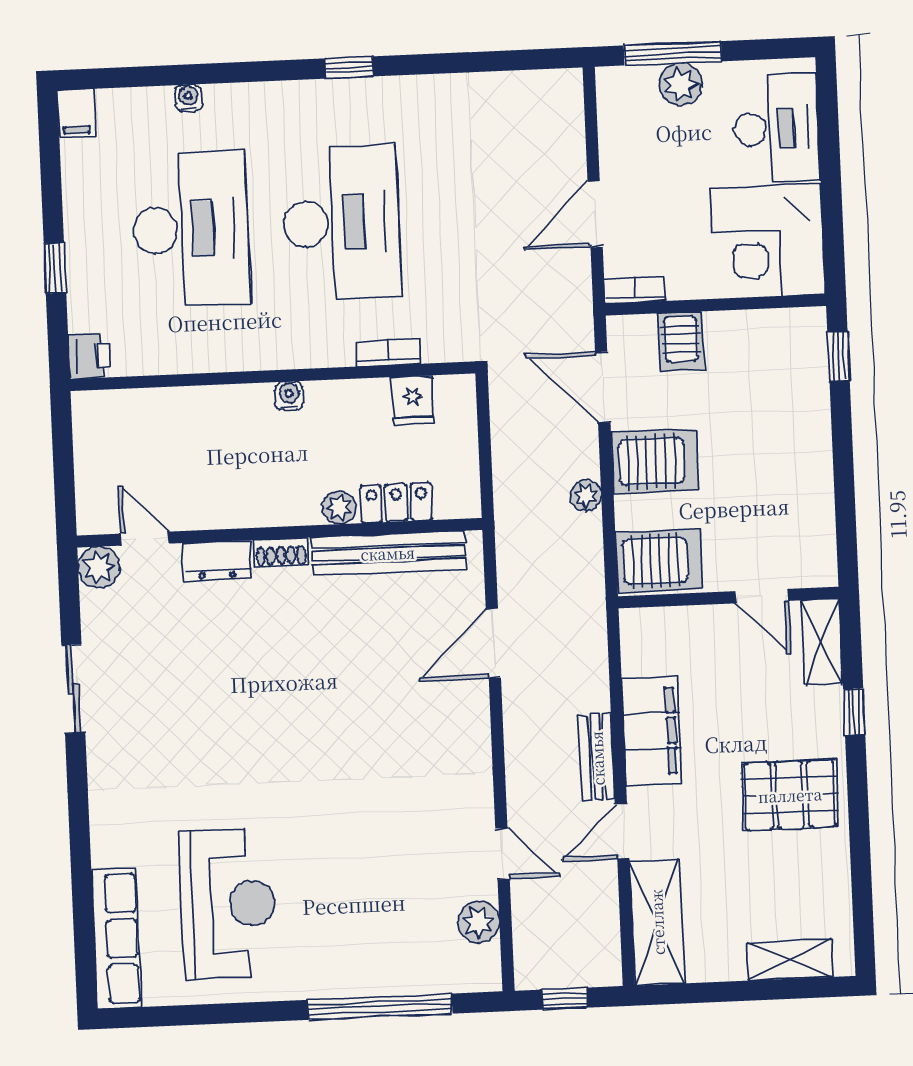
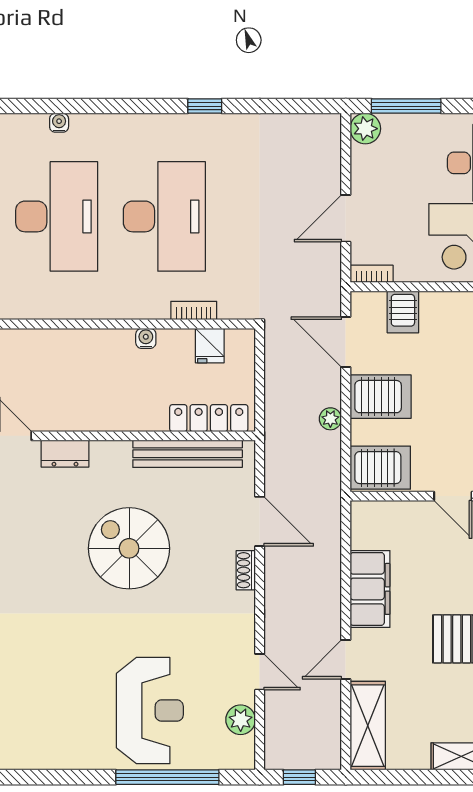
window: (349, 67) -> (205, 106), moved
plant: (680, 84) -> (365, 129), moved
water cooler: (289, 396) -> (146, 338), moved
locker: (396, 503) -> (209, 418), width x1.53
plant: (339, 508) -> (154, 420), removed
shoe rack: (281, 552) -> (246, 570), moved, turned 90
door: (493, 643) -> (260, 521), swing flipped
spiral stairs: (312, 689) -> (129, 548), added
bench: (597, 758) -> (330, 606), removed
reception desk: (228, 904) -> (150, 711), moved

